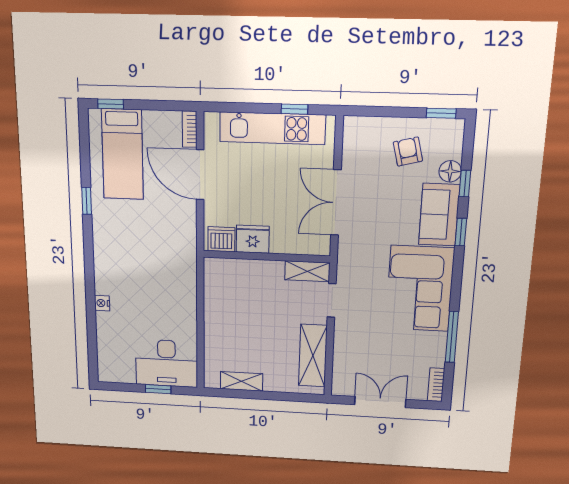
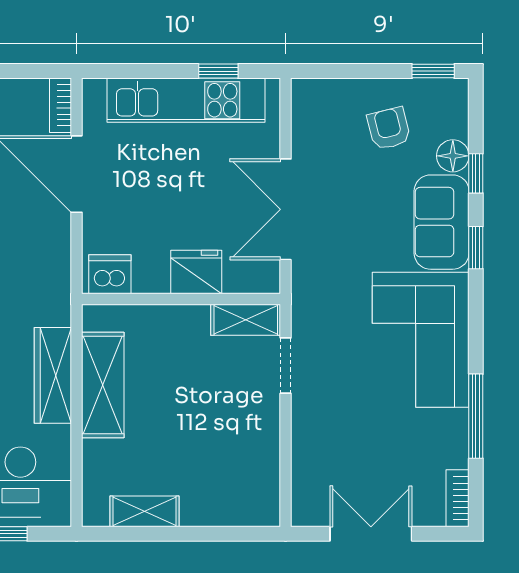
fridge: (253, 239) -> (196, 272), moved
wardrobe: (186, 299) -> (53, 375), added
shelving: (313, 356) -> (103, 385), moved

